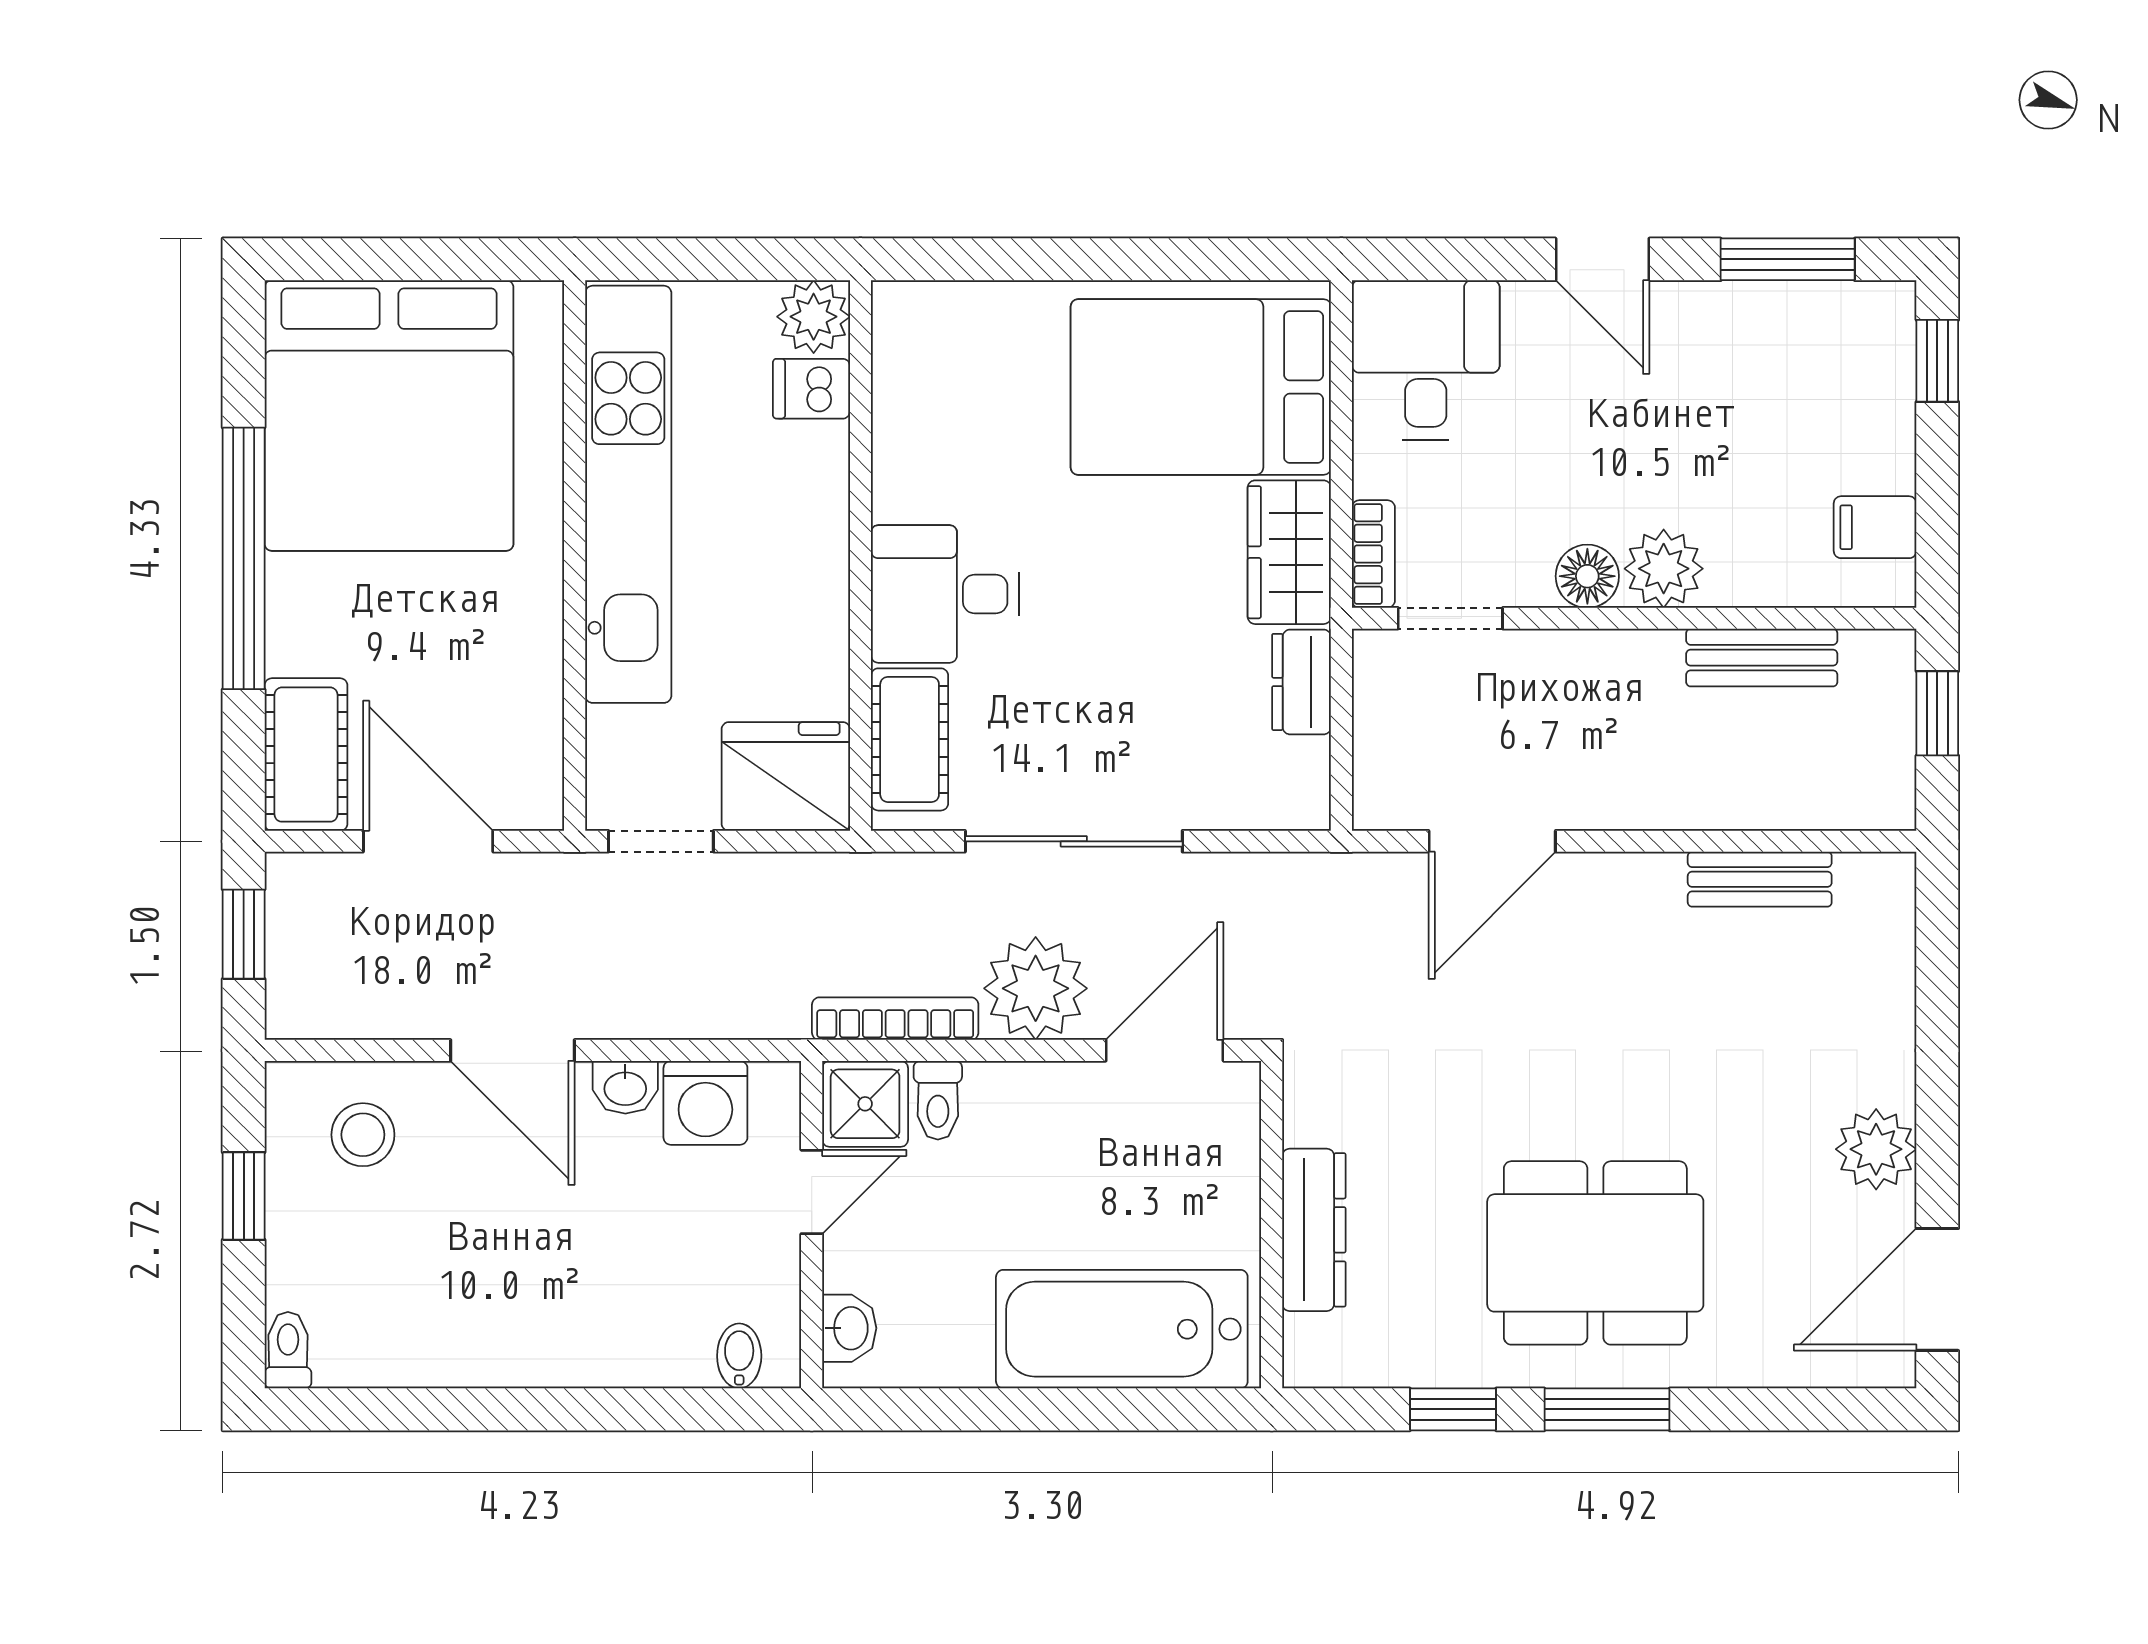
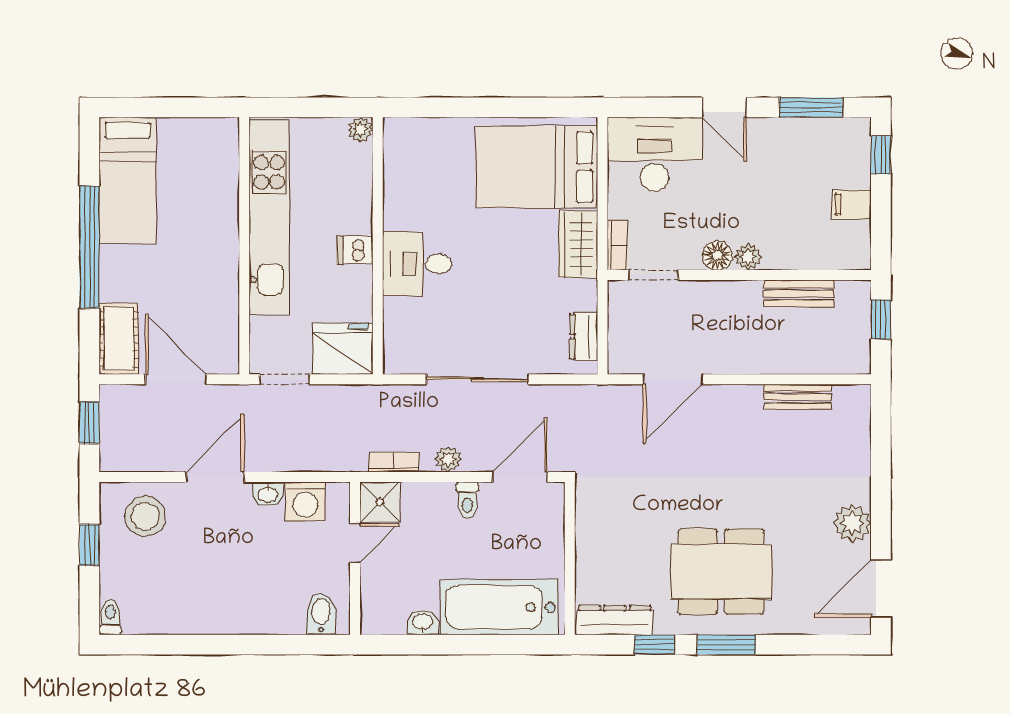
plant: (814, 317) -> (360, 130), width x0.73, depth x0.73
desk: (1426, 360) -> (655, 154), width x1.37
dishwasher: (811, 389) -> (355, 250), moved
bed: (389, 416) -> (128, 180), width x0.49
filing cabinet: (1875, 527) -> (852, 204), moved
plant: (1664, 569) -> (748, 257), width x0.73, depth x0.73
dresser: (1301, 682) -> (584, 336), moved
cot: (910, 739) -> (401, 332), removed
plant: (1036, 988) -> (448, 459), width x0.53, depth x0.53
bookcase: (895, 1019) -> (394, 462), width x0.64
door: (513, 1050) -> (215, 477), swing flipped
toilet: (938, 1100) -> (467, 500), moved
stool: (363, 1135) -> (145, 516), width x1.38, depth x1.38
dresser: (1314, 1230) -> (615, 620), moved, turned -90
washbasin: (849, 1328) -> (423, 622), moved, turned -90
bidet: (739, 1356) -> (321, 614), width x1.38, depth x1.36

